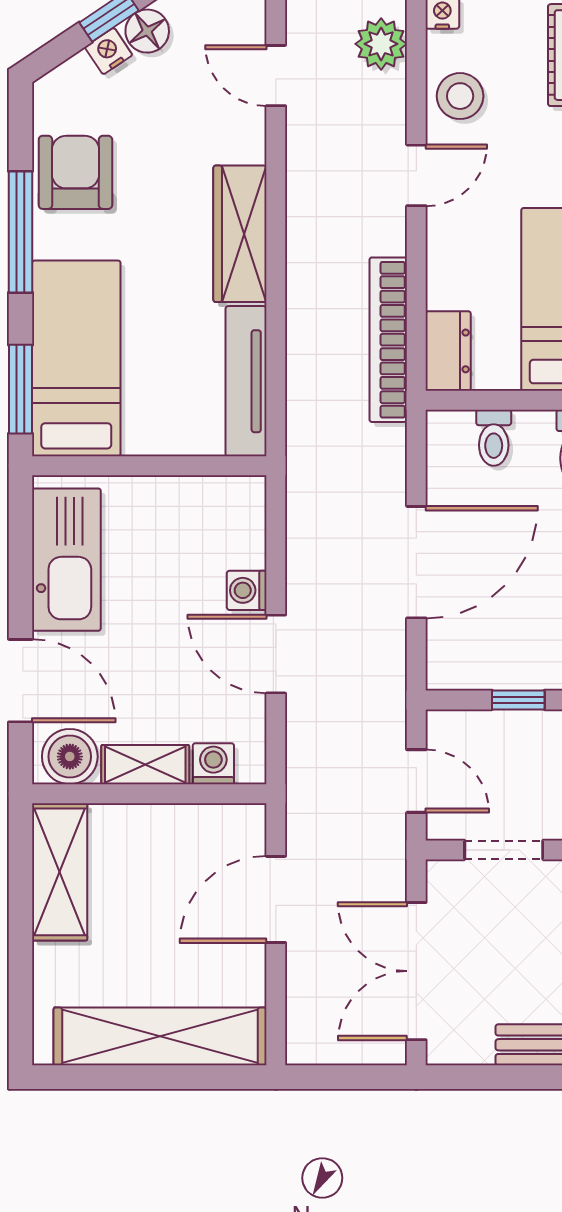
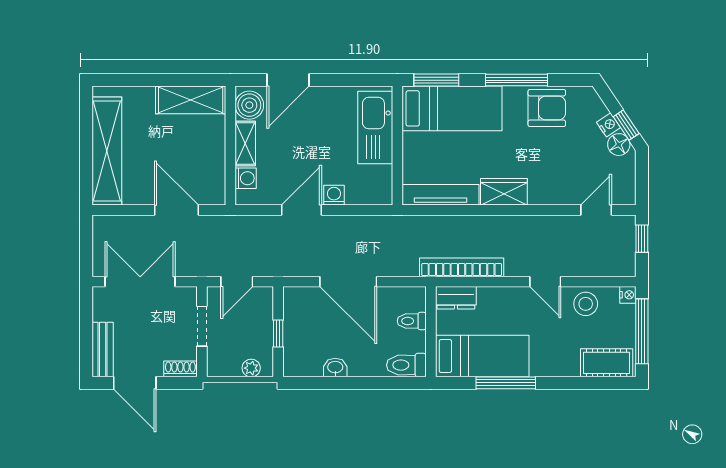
plant: (381, 44) -> (612, 264), removed
wardrobe: (240, 234) -> (504, 192), width x0.67
kitchen sink: (66, 560) -> (375, 128), moved, turned 90

